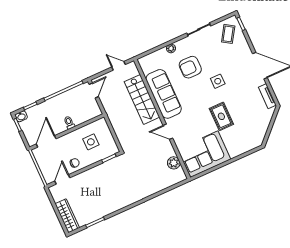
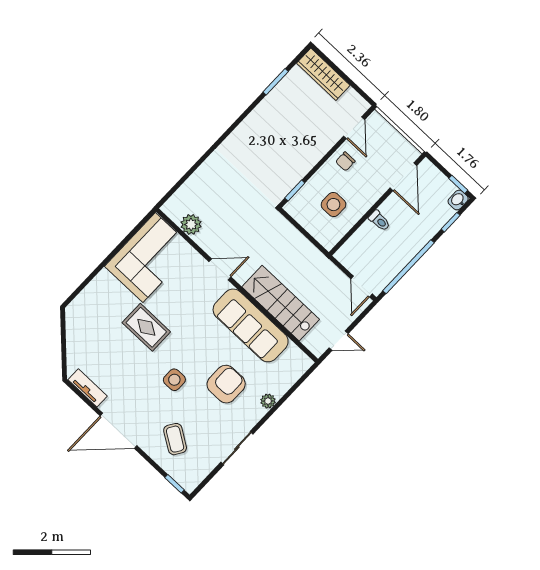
coffee table: (228, 34) -> (175, 439), moved

